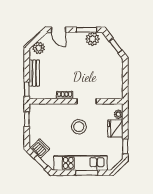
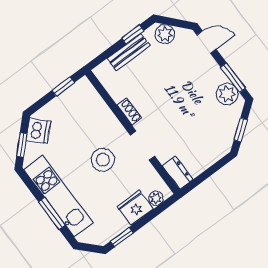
door: (58, 30) -> (207, 42), swing flipped
window: (27, 89) -> (133, 34), moved
dresser: (114, 94) -> (178, 173), added

